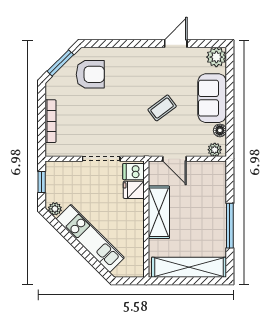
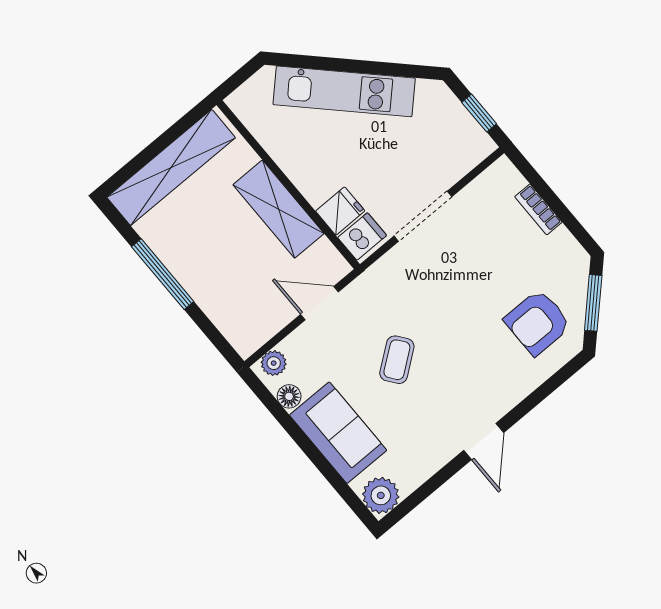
door: (176, 44) -> (484, 441), moved
bookcase: (51, 121) -> (538, 209), width x0.64
plant: (55, 209) -> (429, 91), removed

